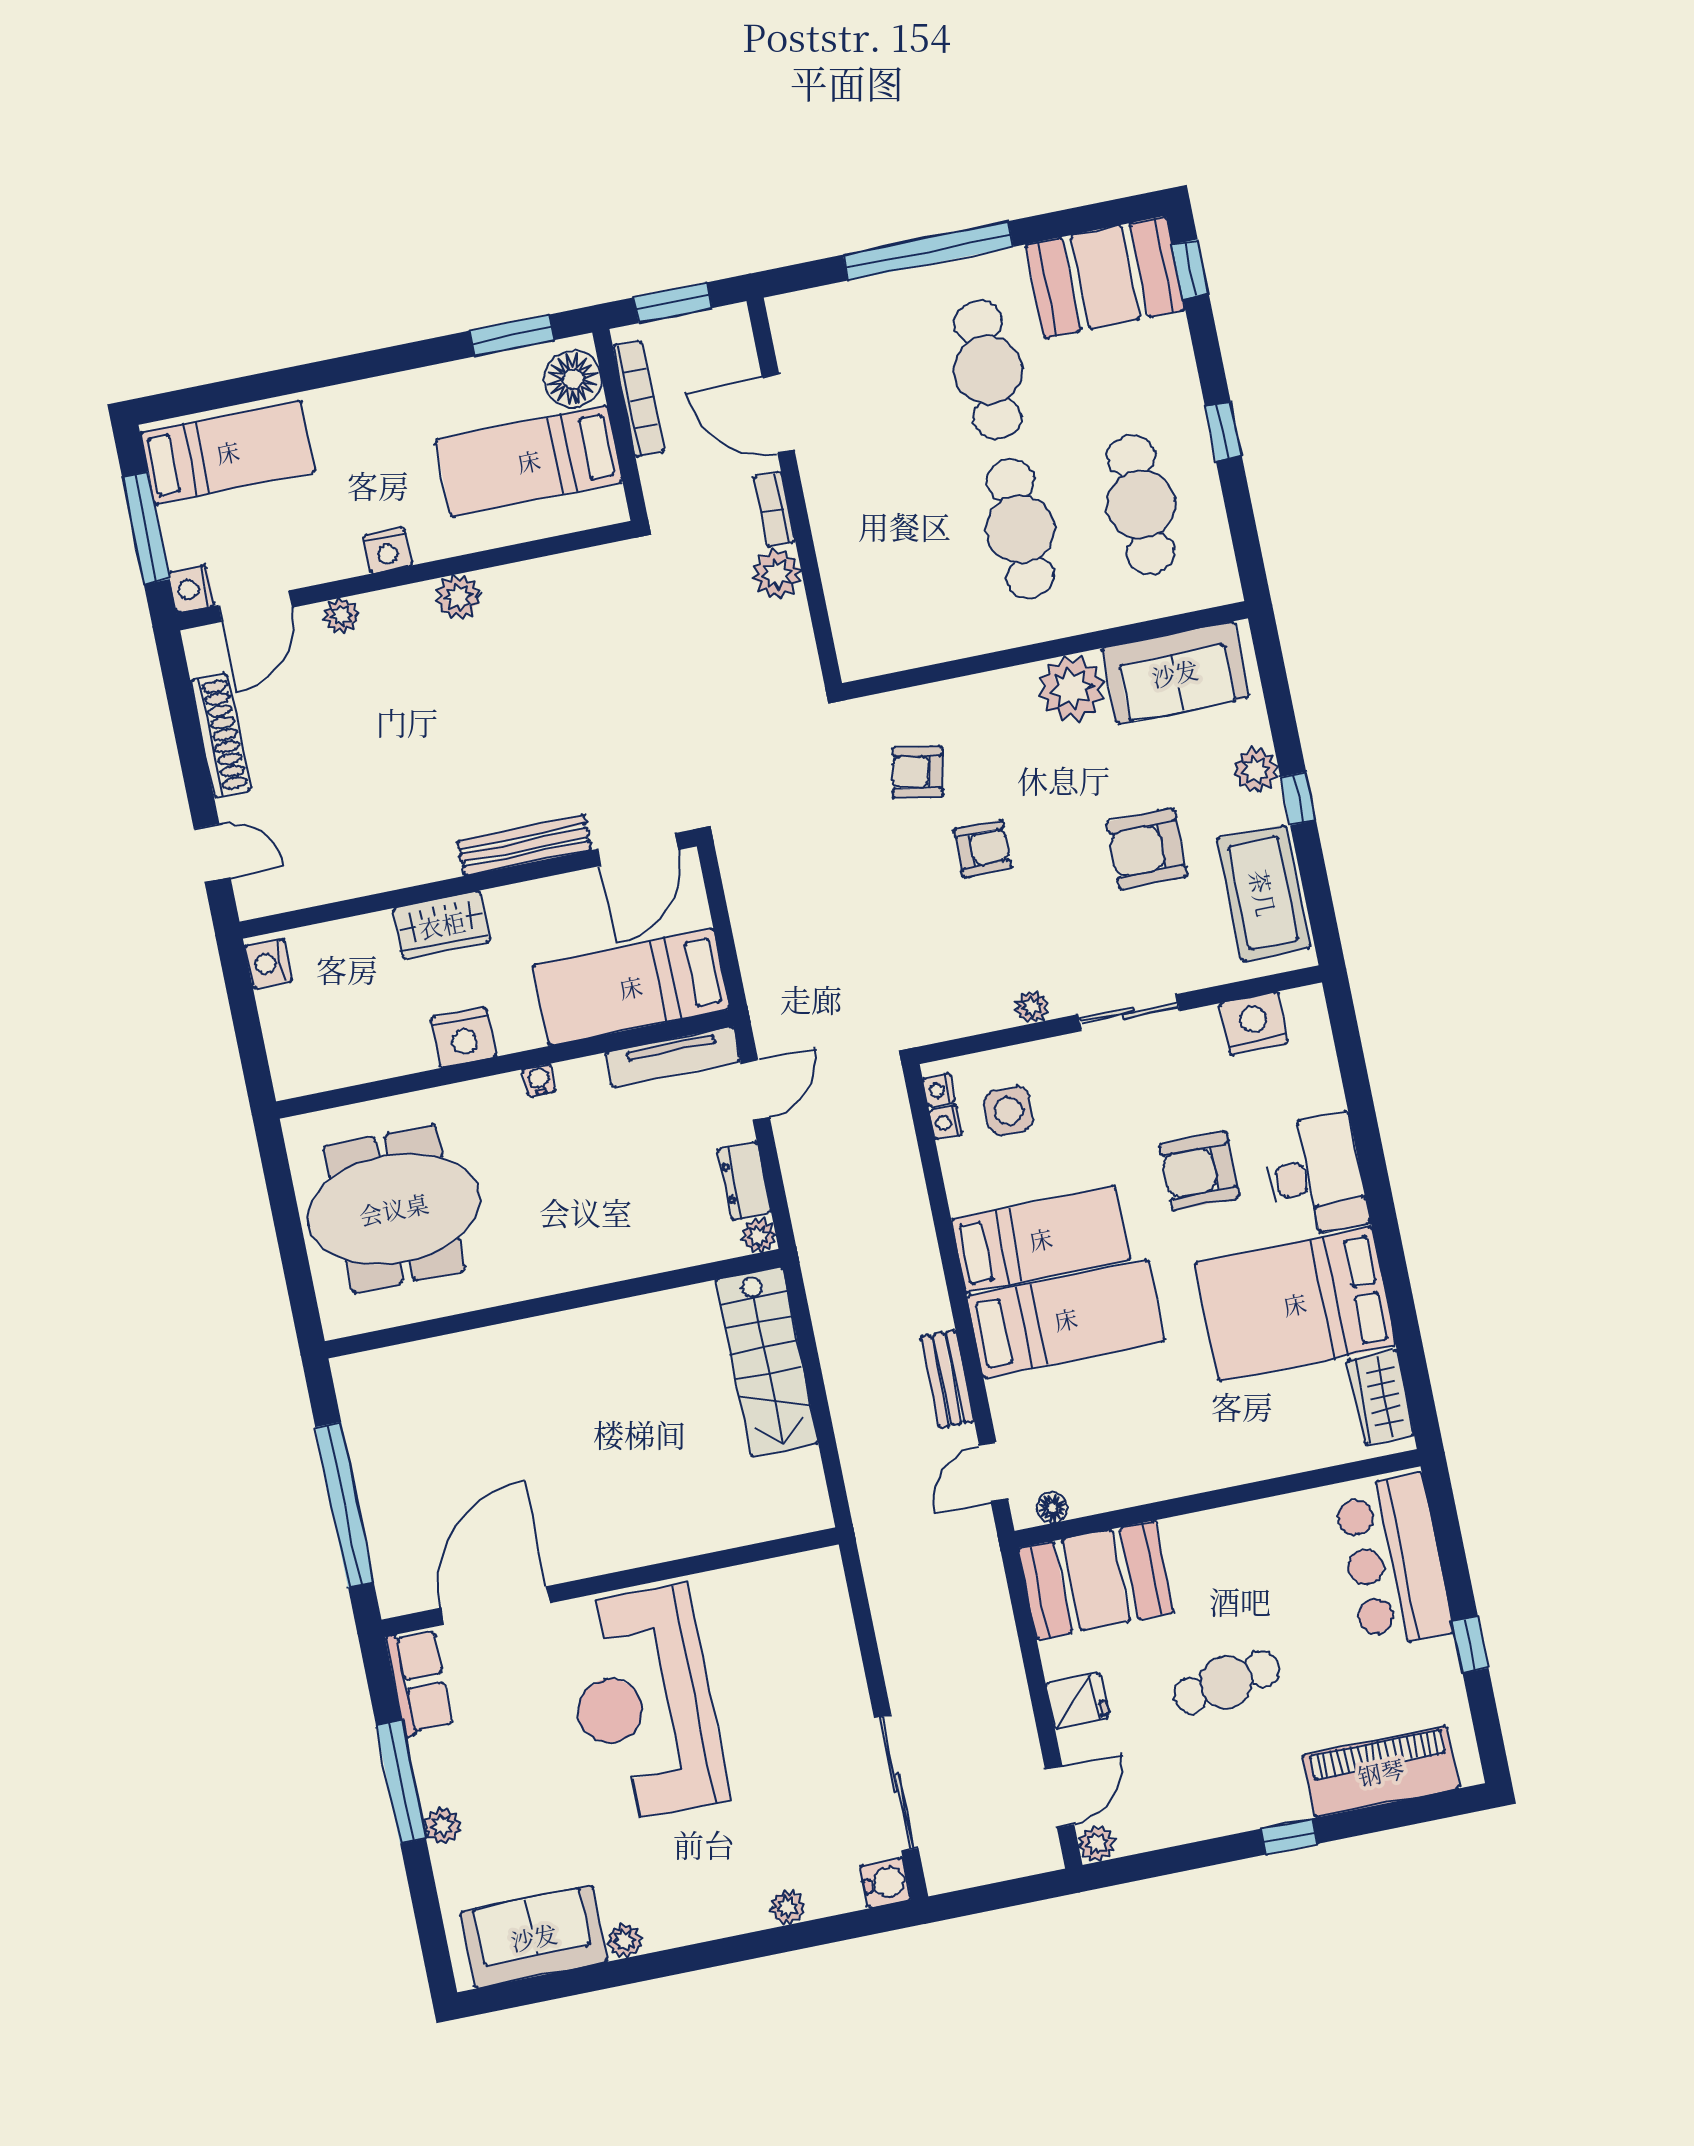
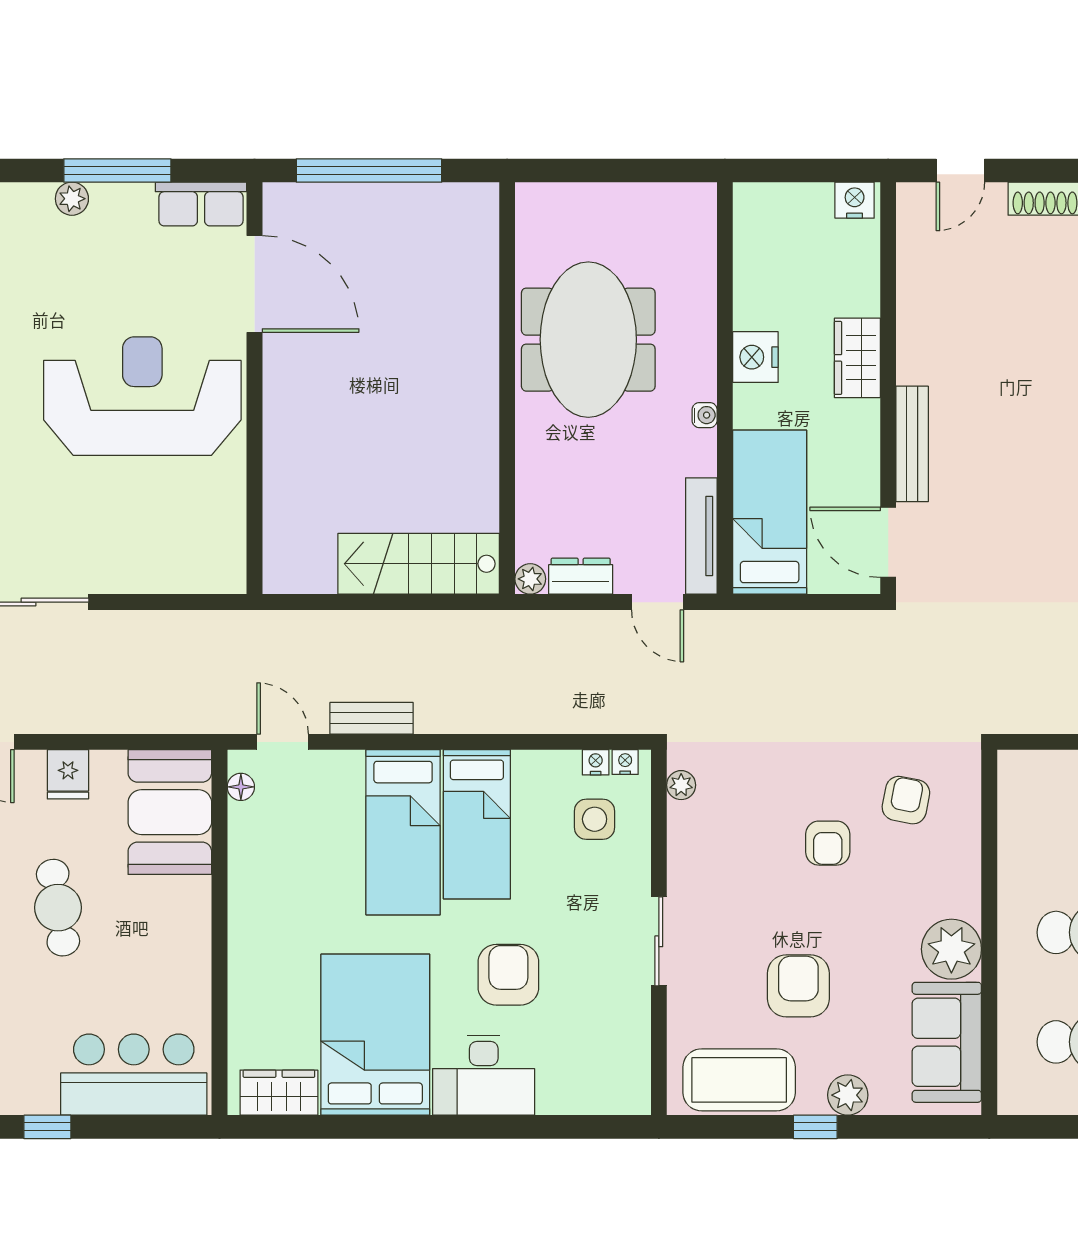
plant: (1032, 1007) -> (681, 785), moved
nightstand: (1254, 1023) -> (627, 1048), removed
meeting table: (394, 1209) -> (588, 340), moved

